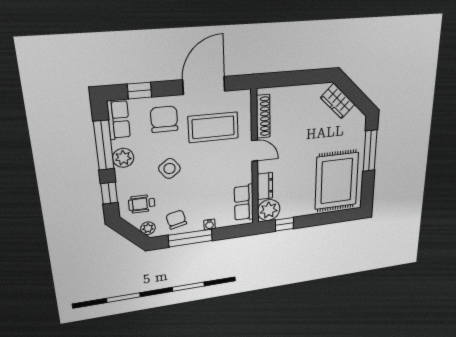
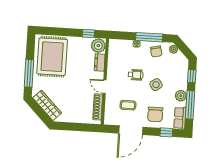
wardrobe: (338, 101) -> (47, 105), width x1.50
coffee table: (213, 127) -> (128, 105), width x0.54, depth x0.58
row of seats: (244, 203) -> (114, 54), removed
wheelchair: (142, 204) -> (136, 75), moved

